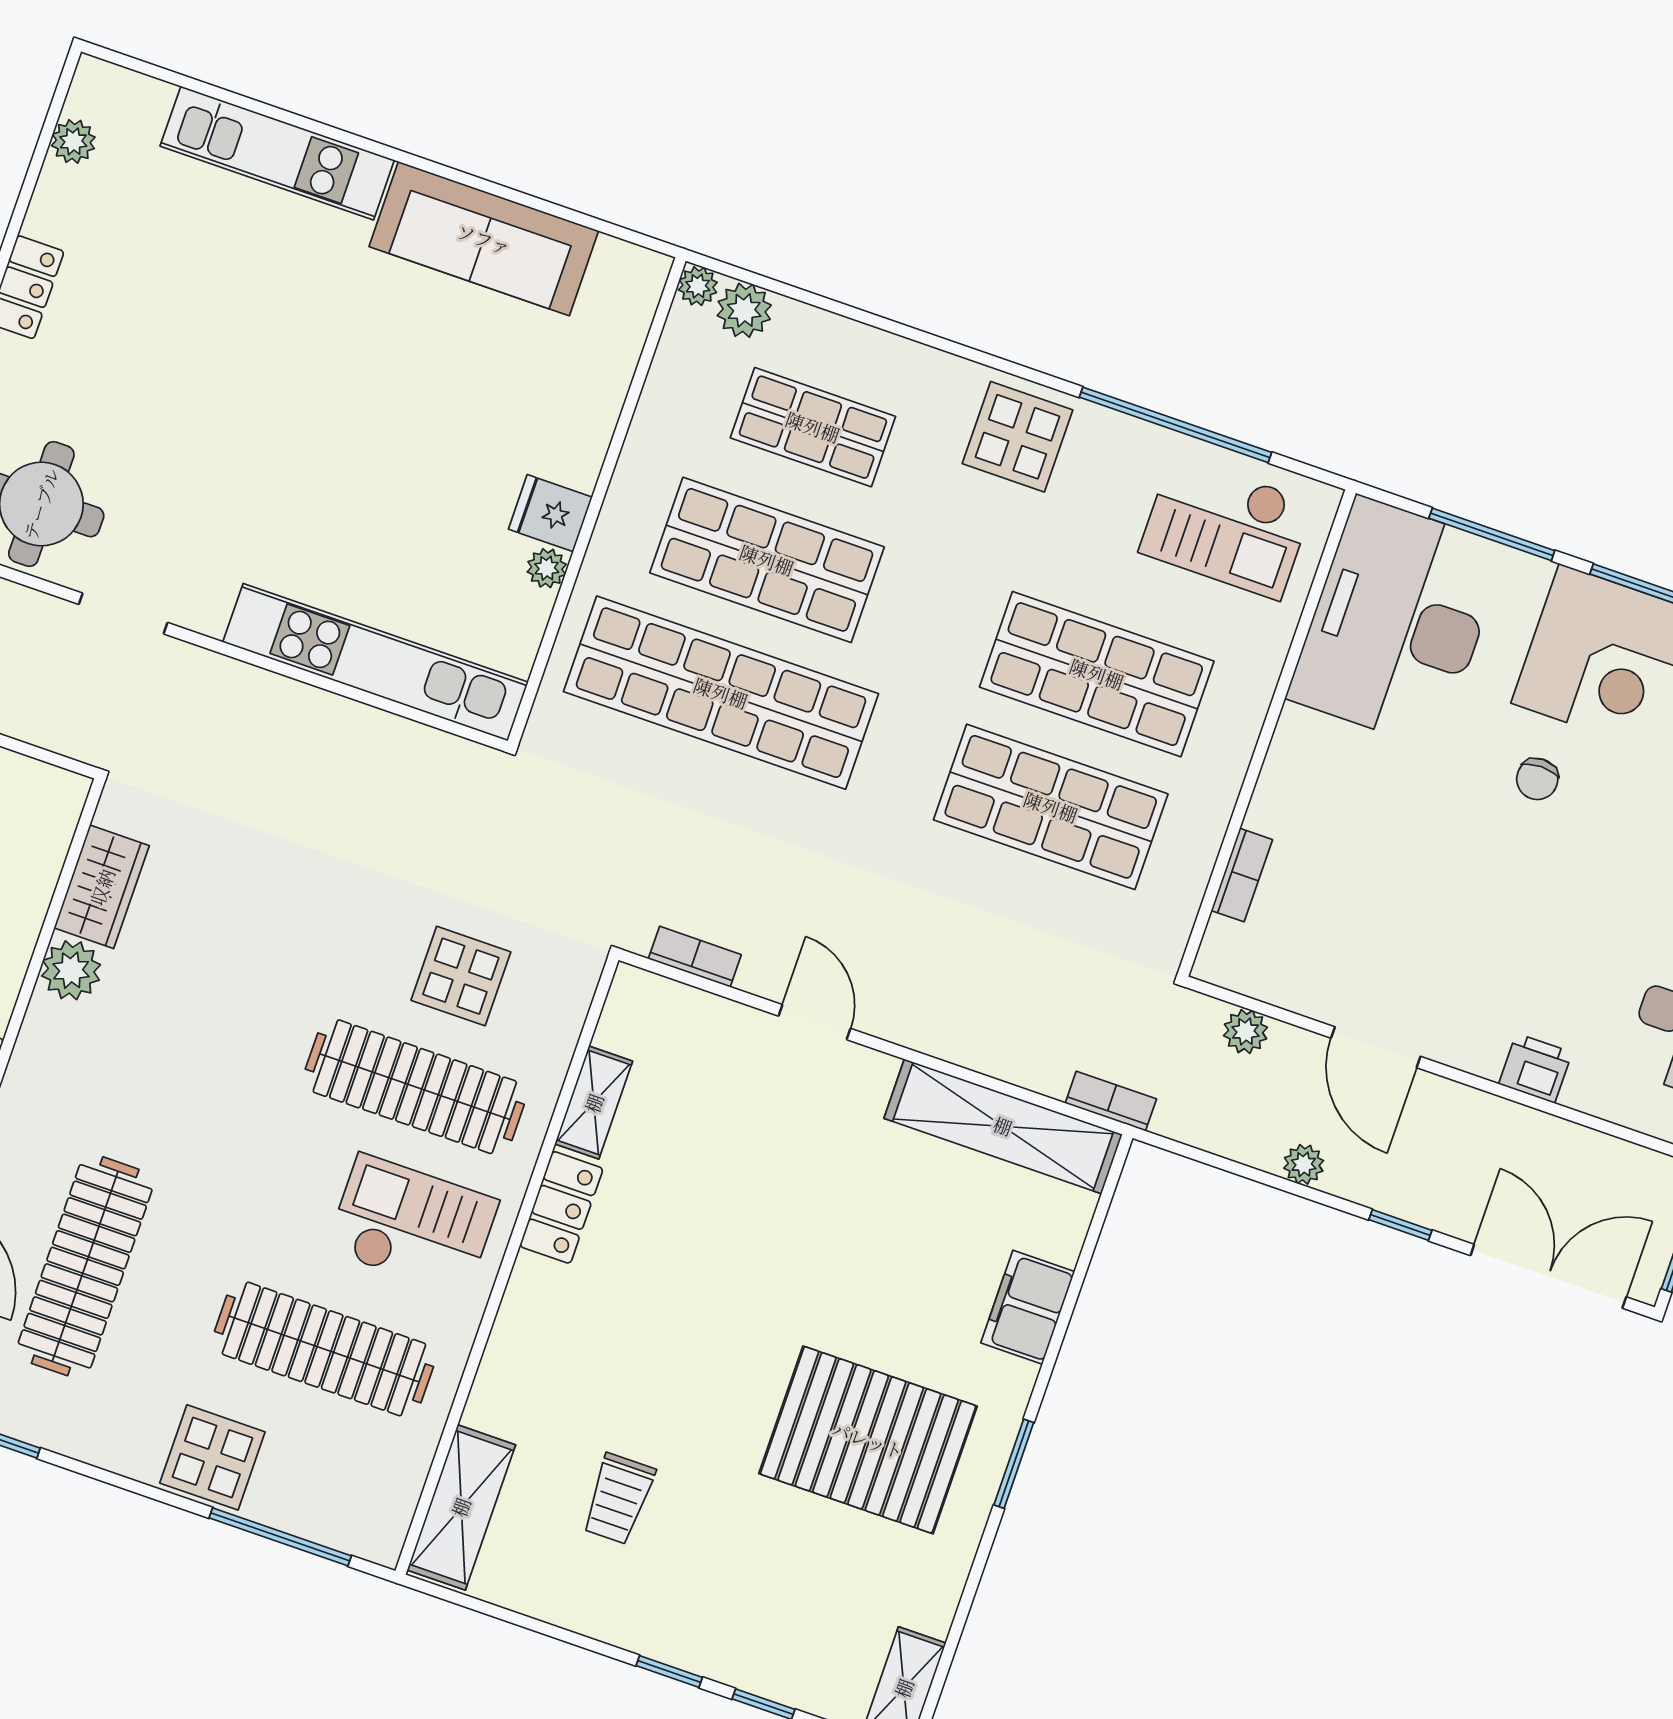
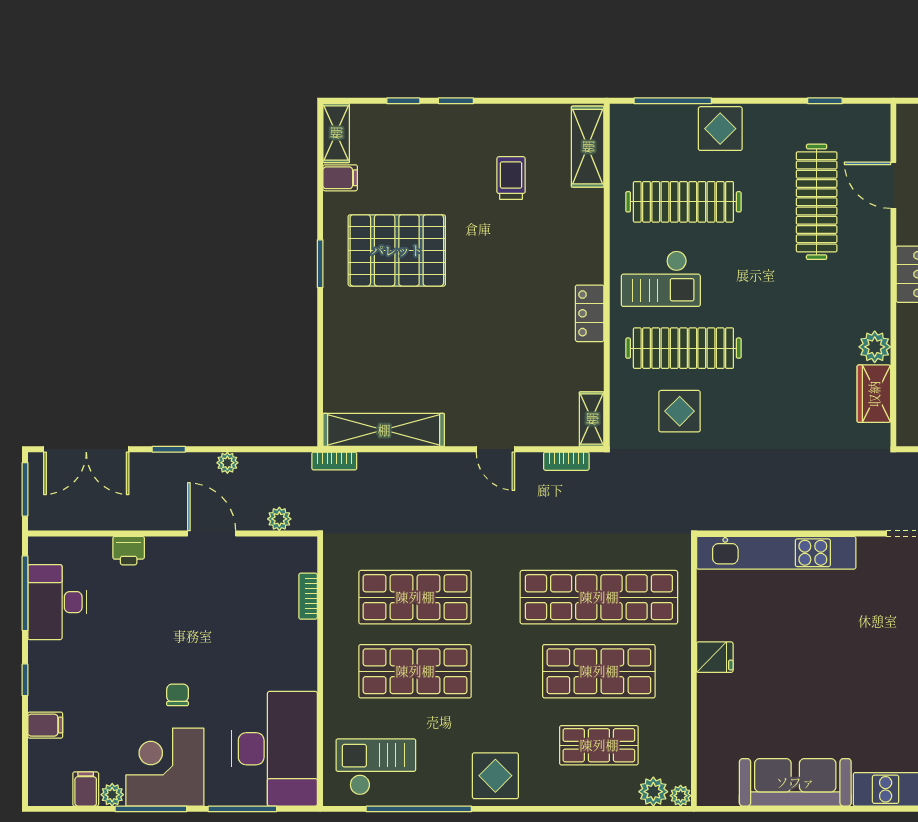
plant: (547, 568) -> (707, 629), removed
shelving: (594, 1103) -> (592, 419), moved
filing cabinet: (1028, 1307) -> (340, 178), moved, width x0.50

